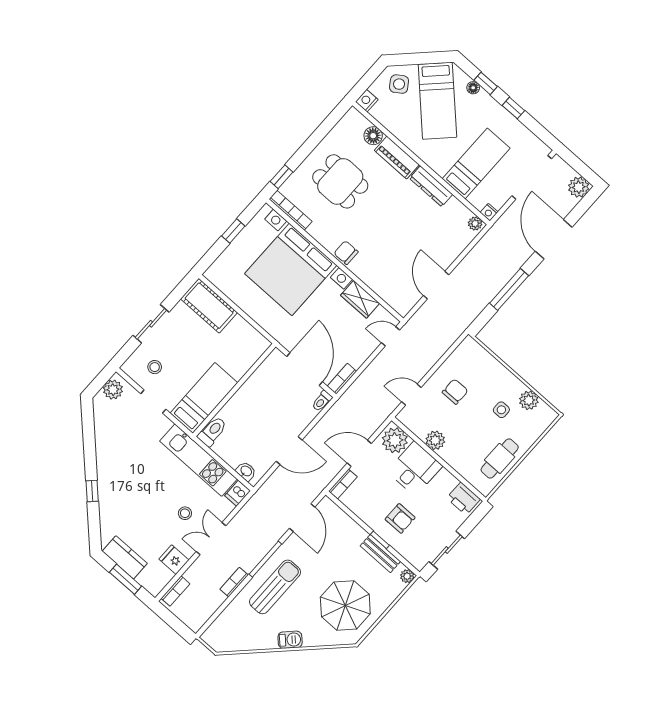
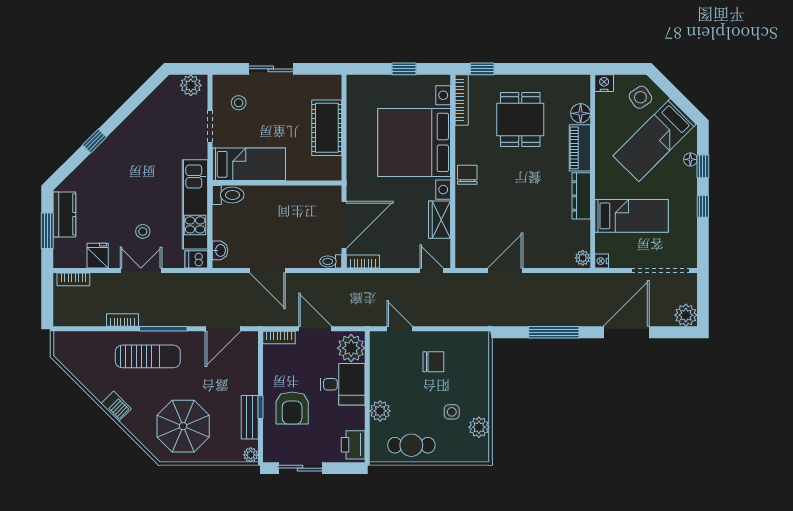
cot: (209, 306) -> (327, 128), moved
plant: (435, 440) -> (380, 411), moved
armchair: (400, 518) -> (292, 408), width x1.38, depth x1.38

